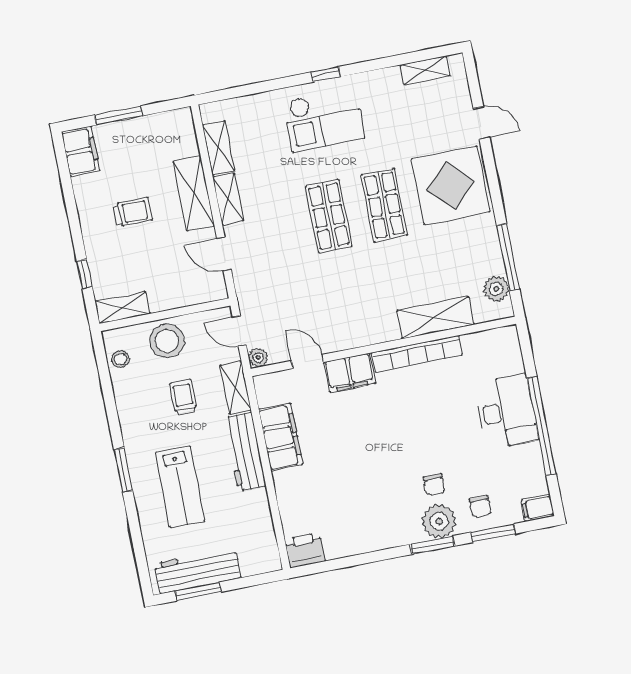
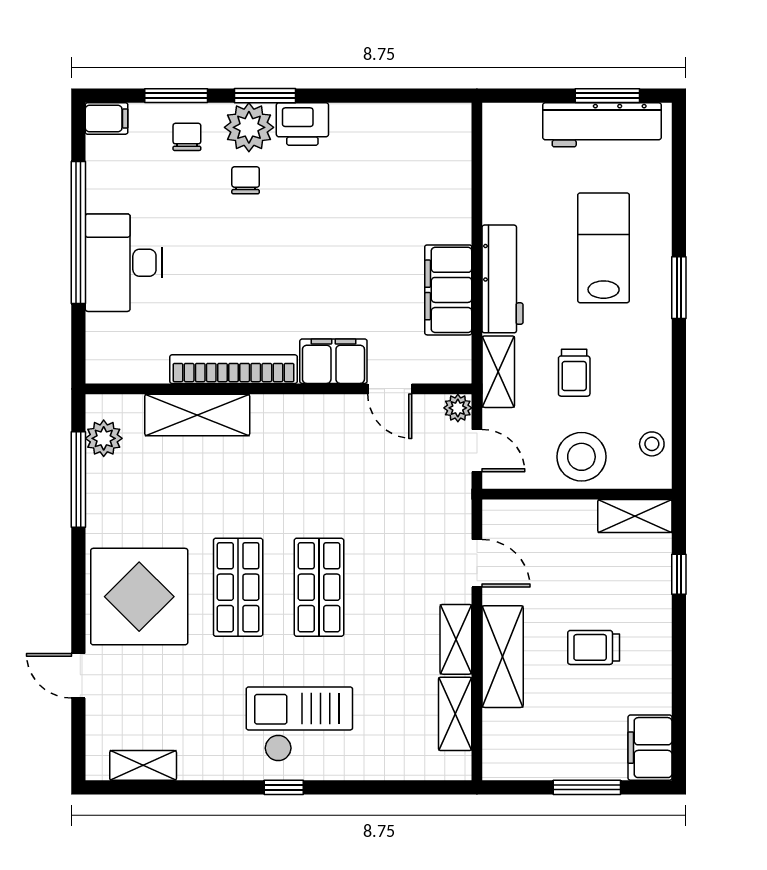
printer: (305, 550) -> (302, 124), moved

